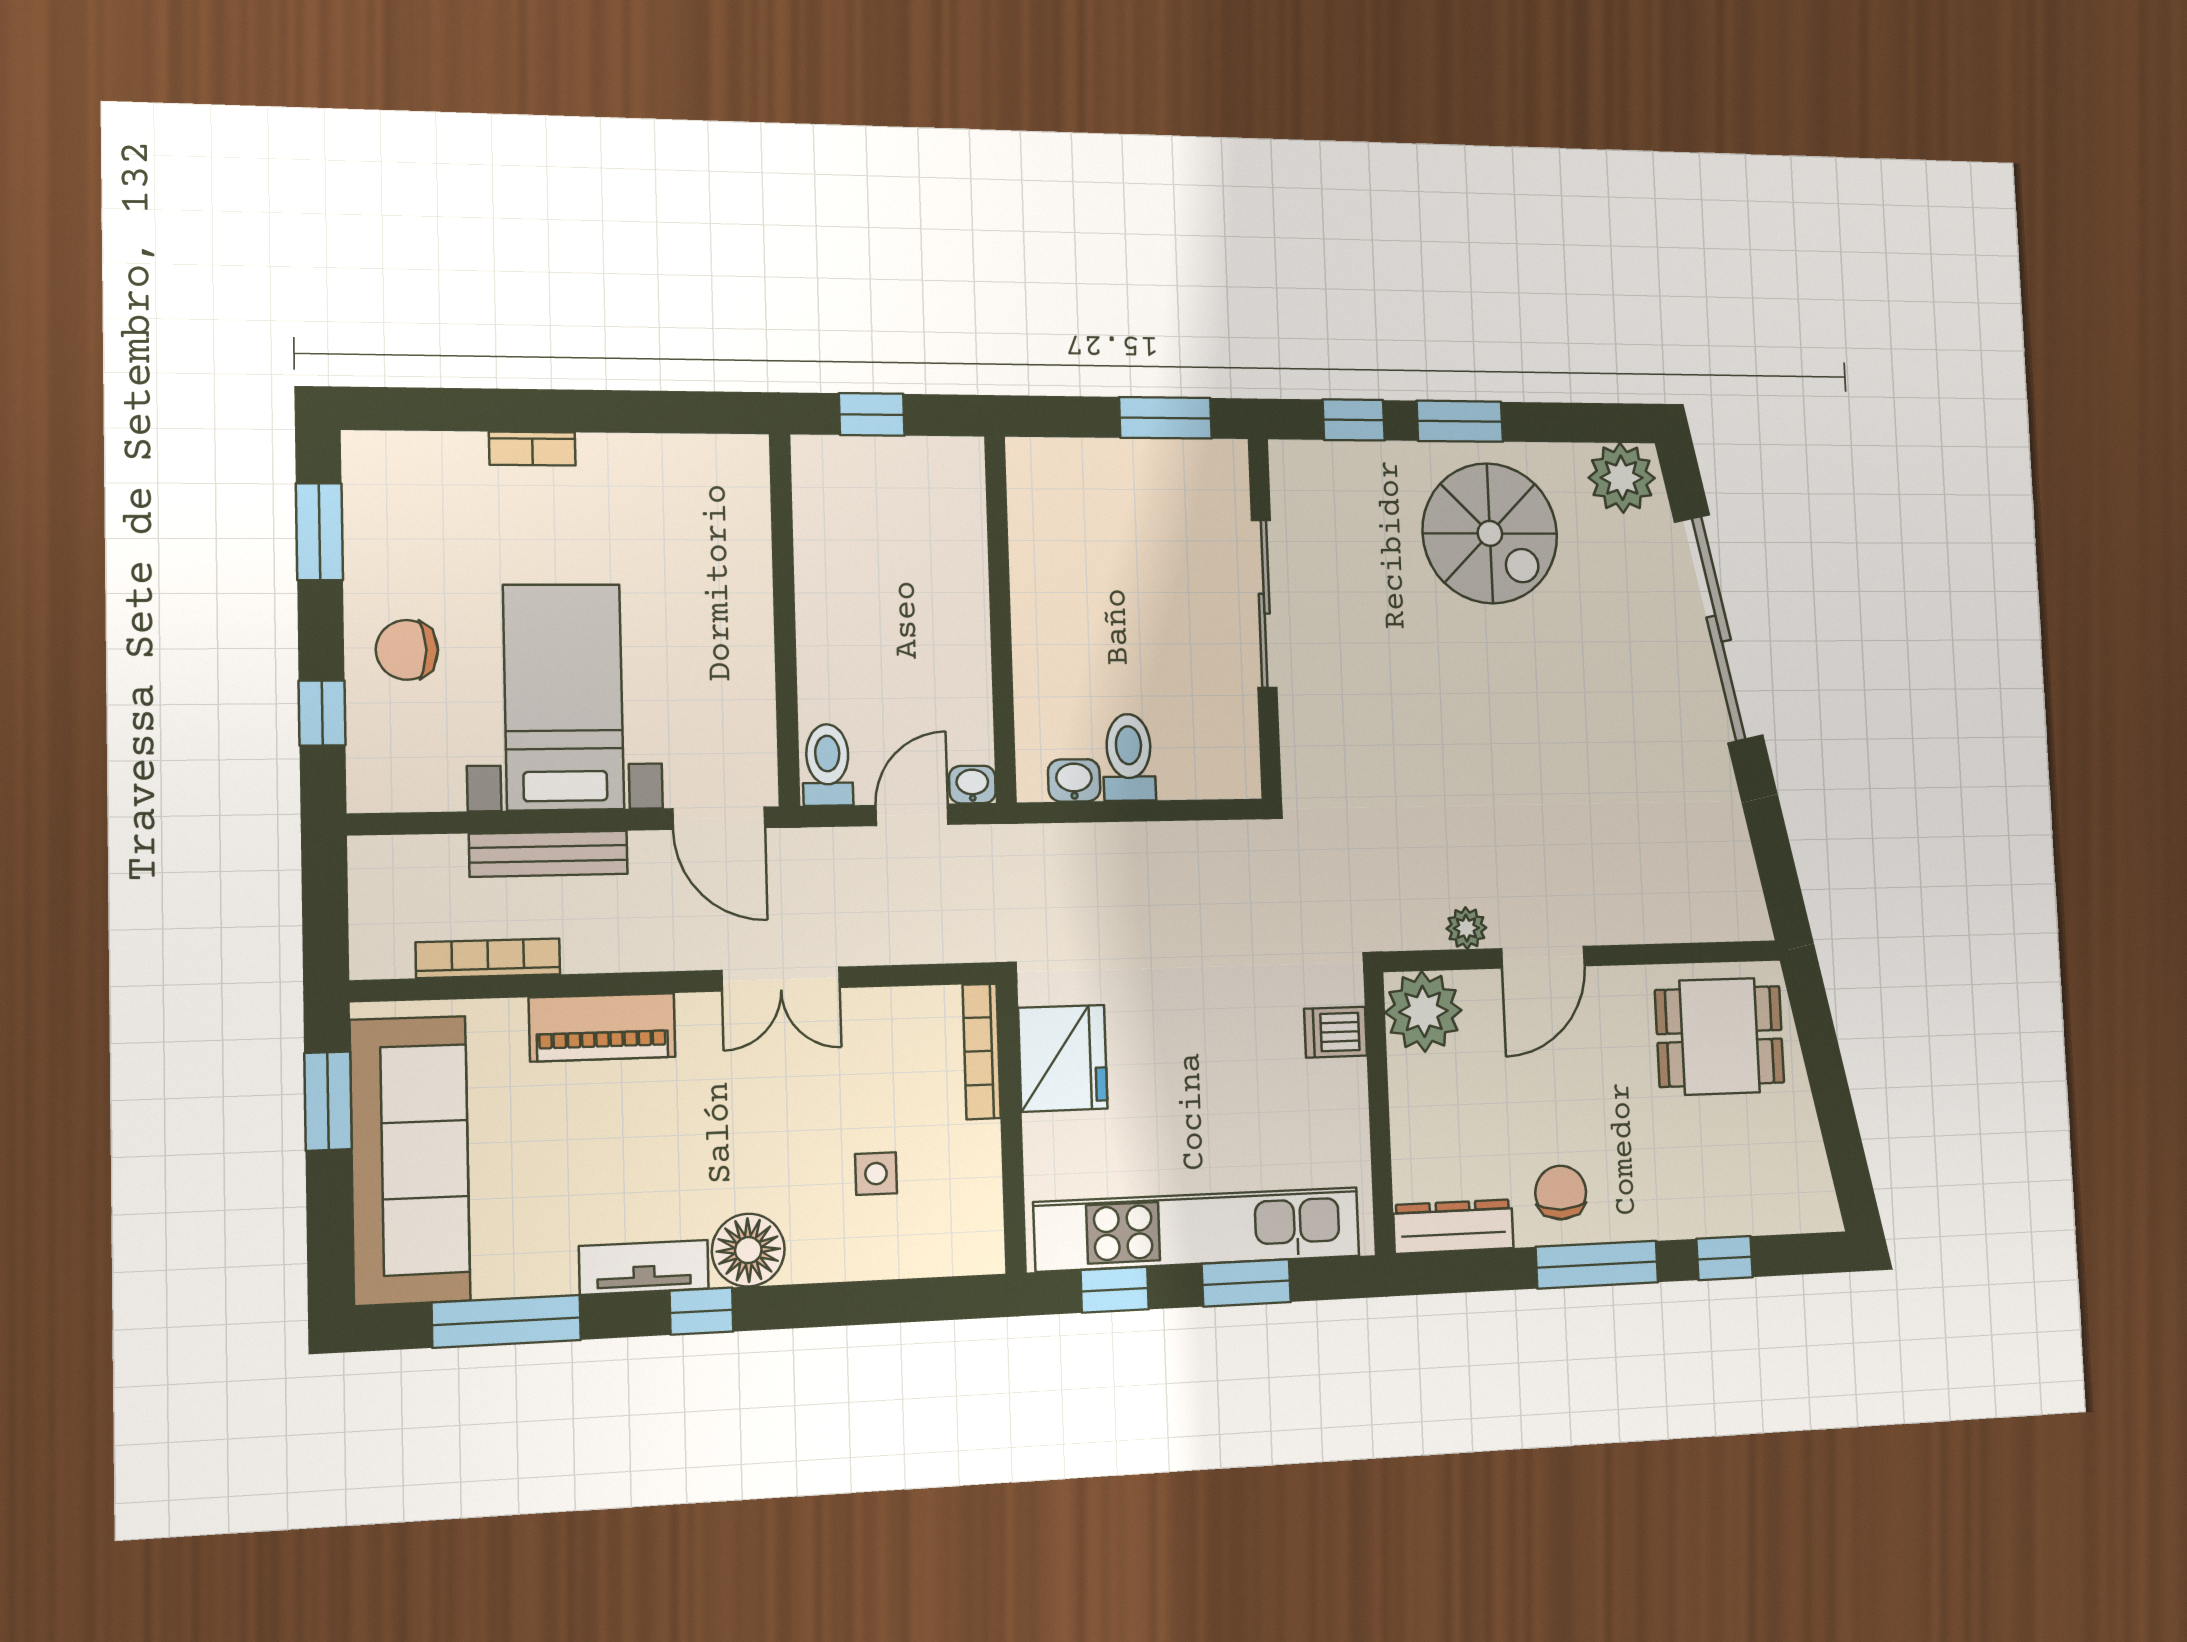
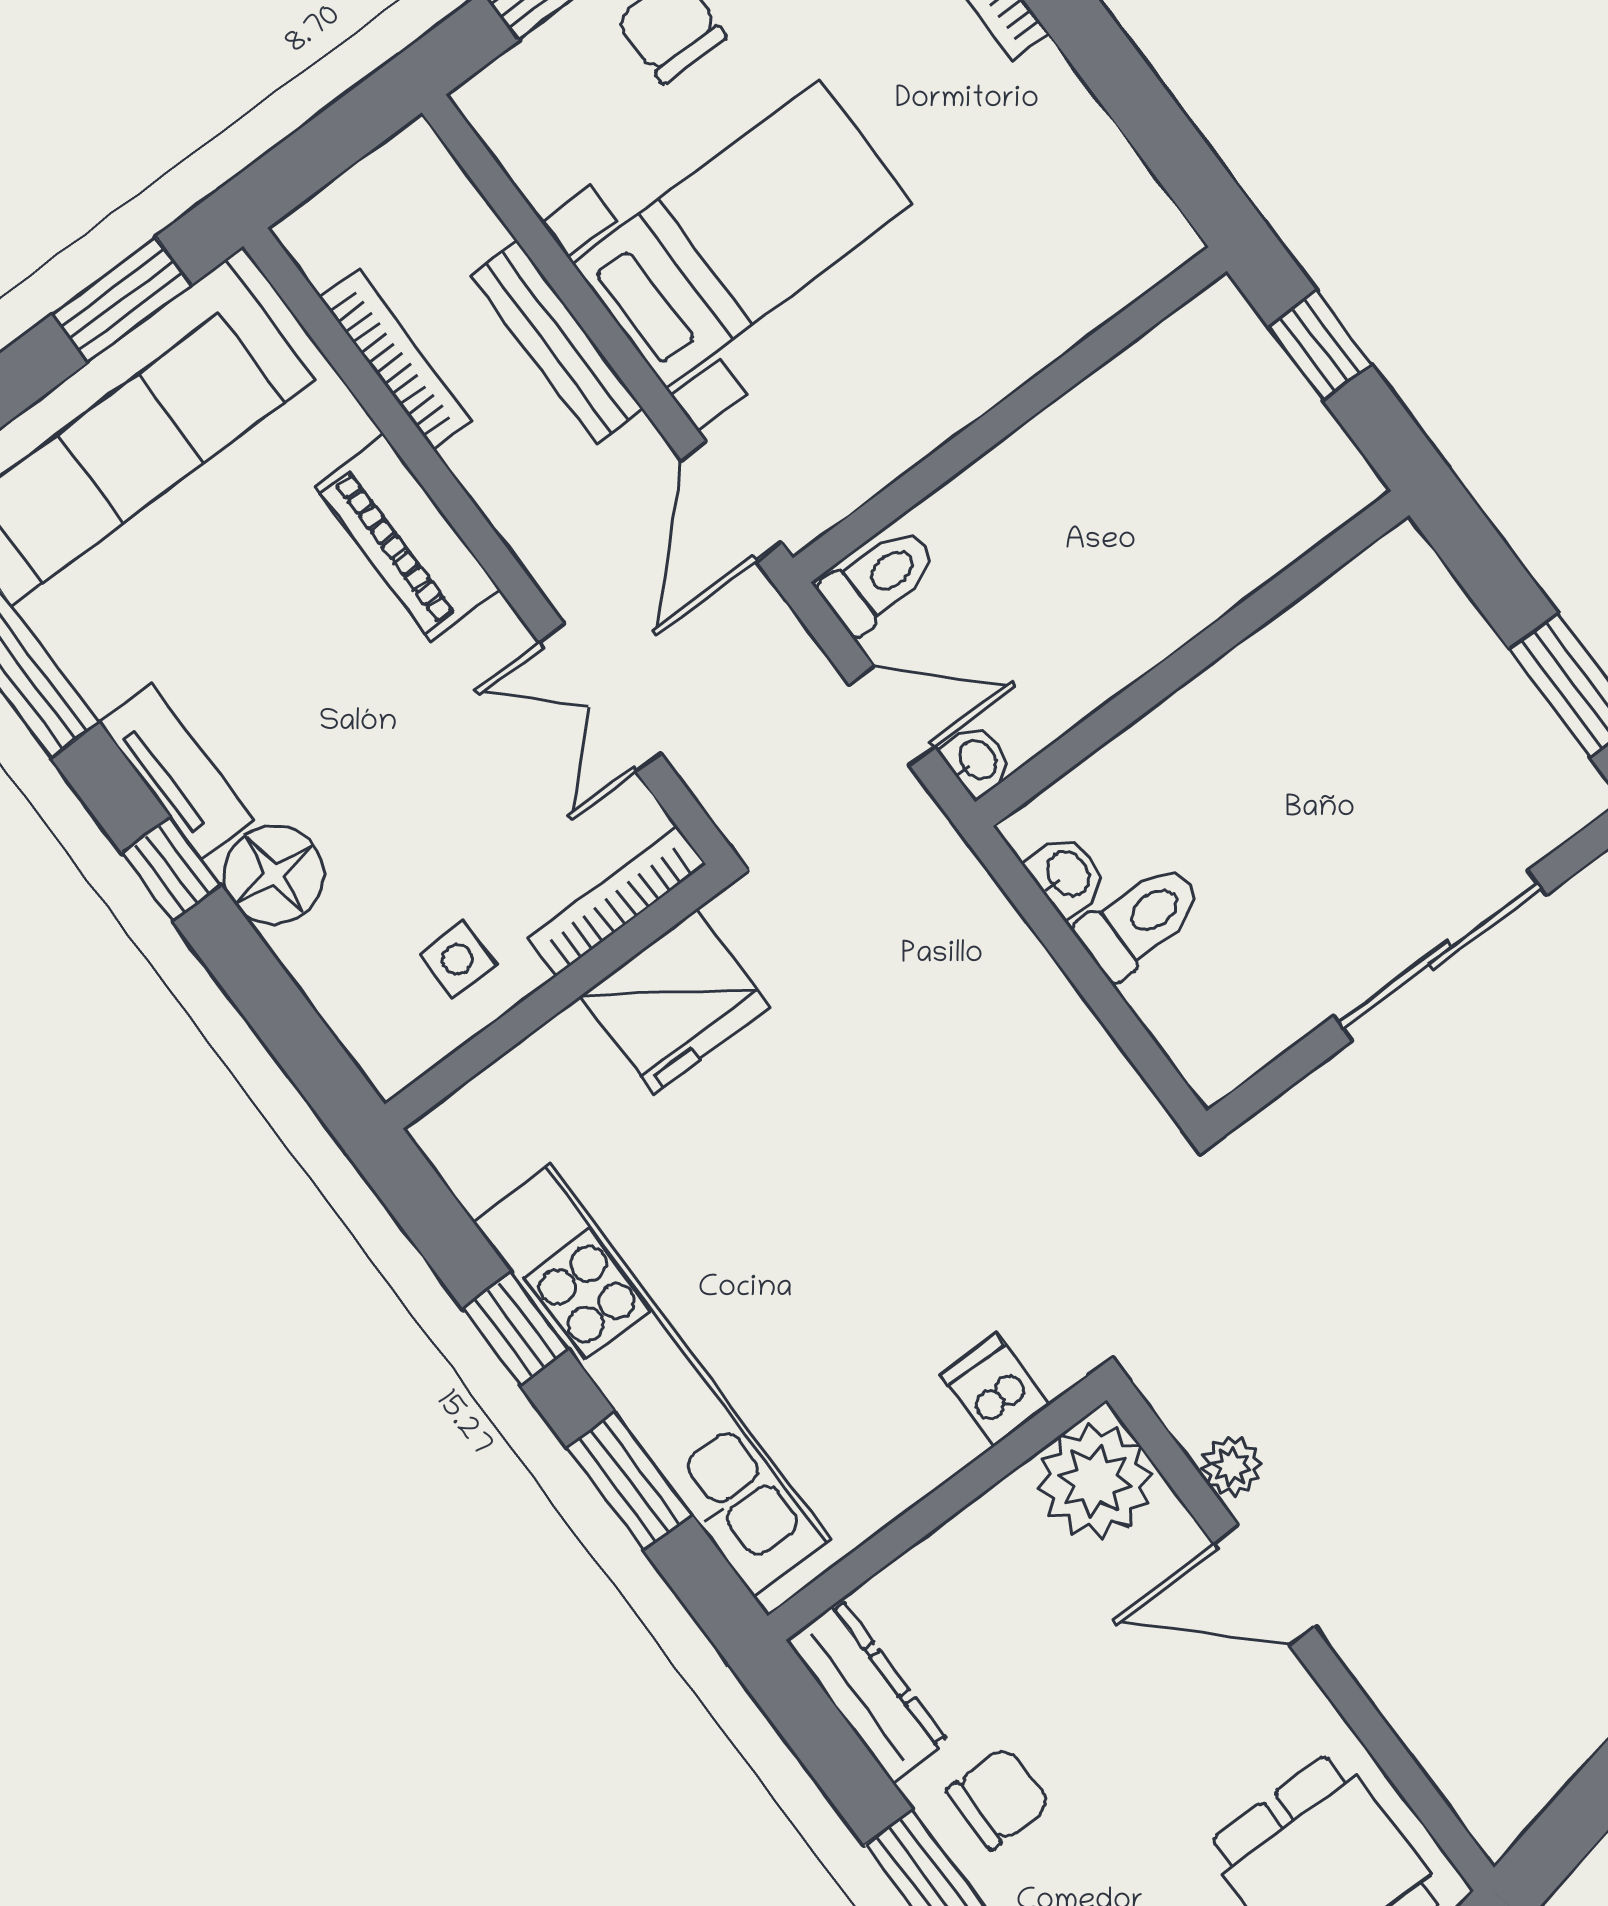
bookcase: (982, 1051) -> (617, 901), moved
fridge: (1063, 1058) -> (675, 1001), moved
wall: (1011, 1128) -> (554, 996), moved

